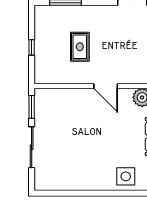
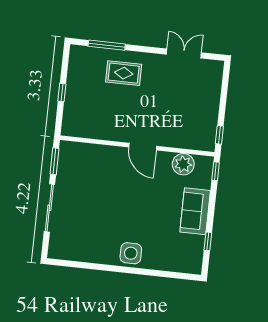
rug: (80, 47) -> (124, 73), moved, turned 90
side table: (126, 176) -> (131, 253), moved

